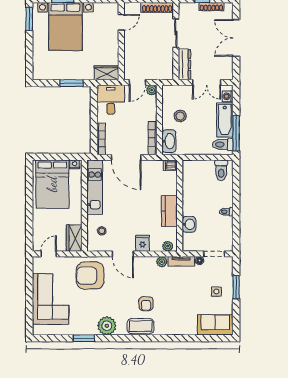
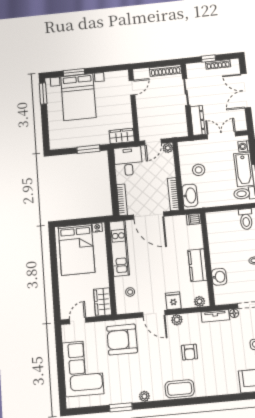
double door: (207, 82) -> (221, 135), swing flipped
plant: (162, 262) -> (177, 320), moved
armchair: (146, 304) -> (189, 352), moved
plant: (107, 326) -> (144, 396), width x0.53, depth x0.53

